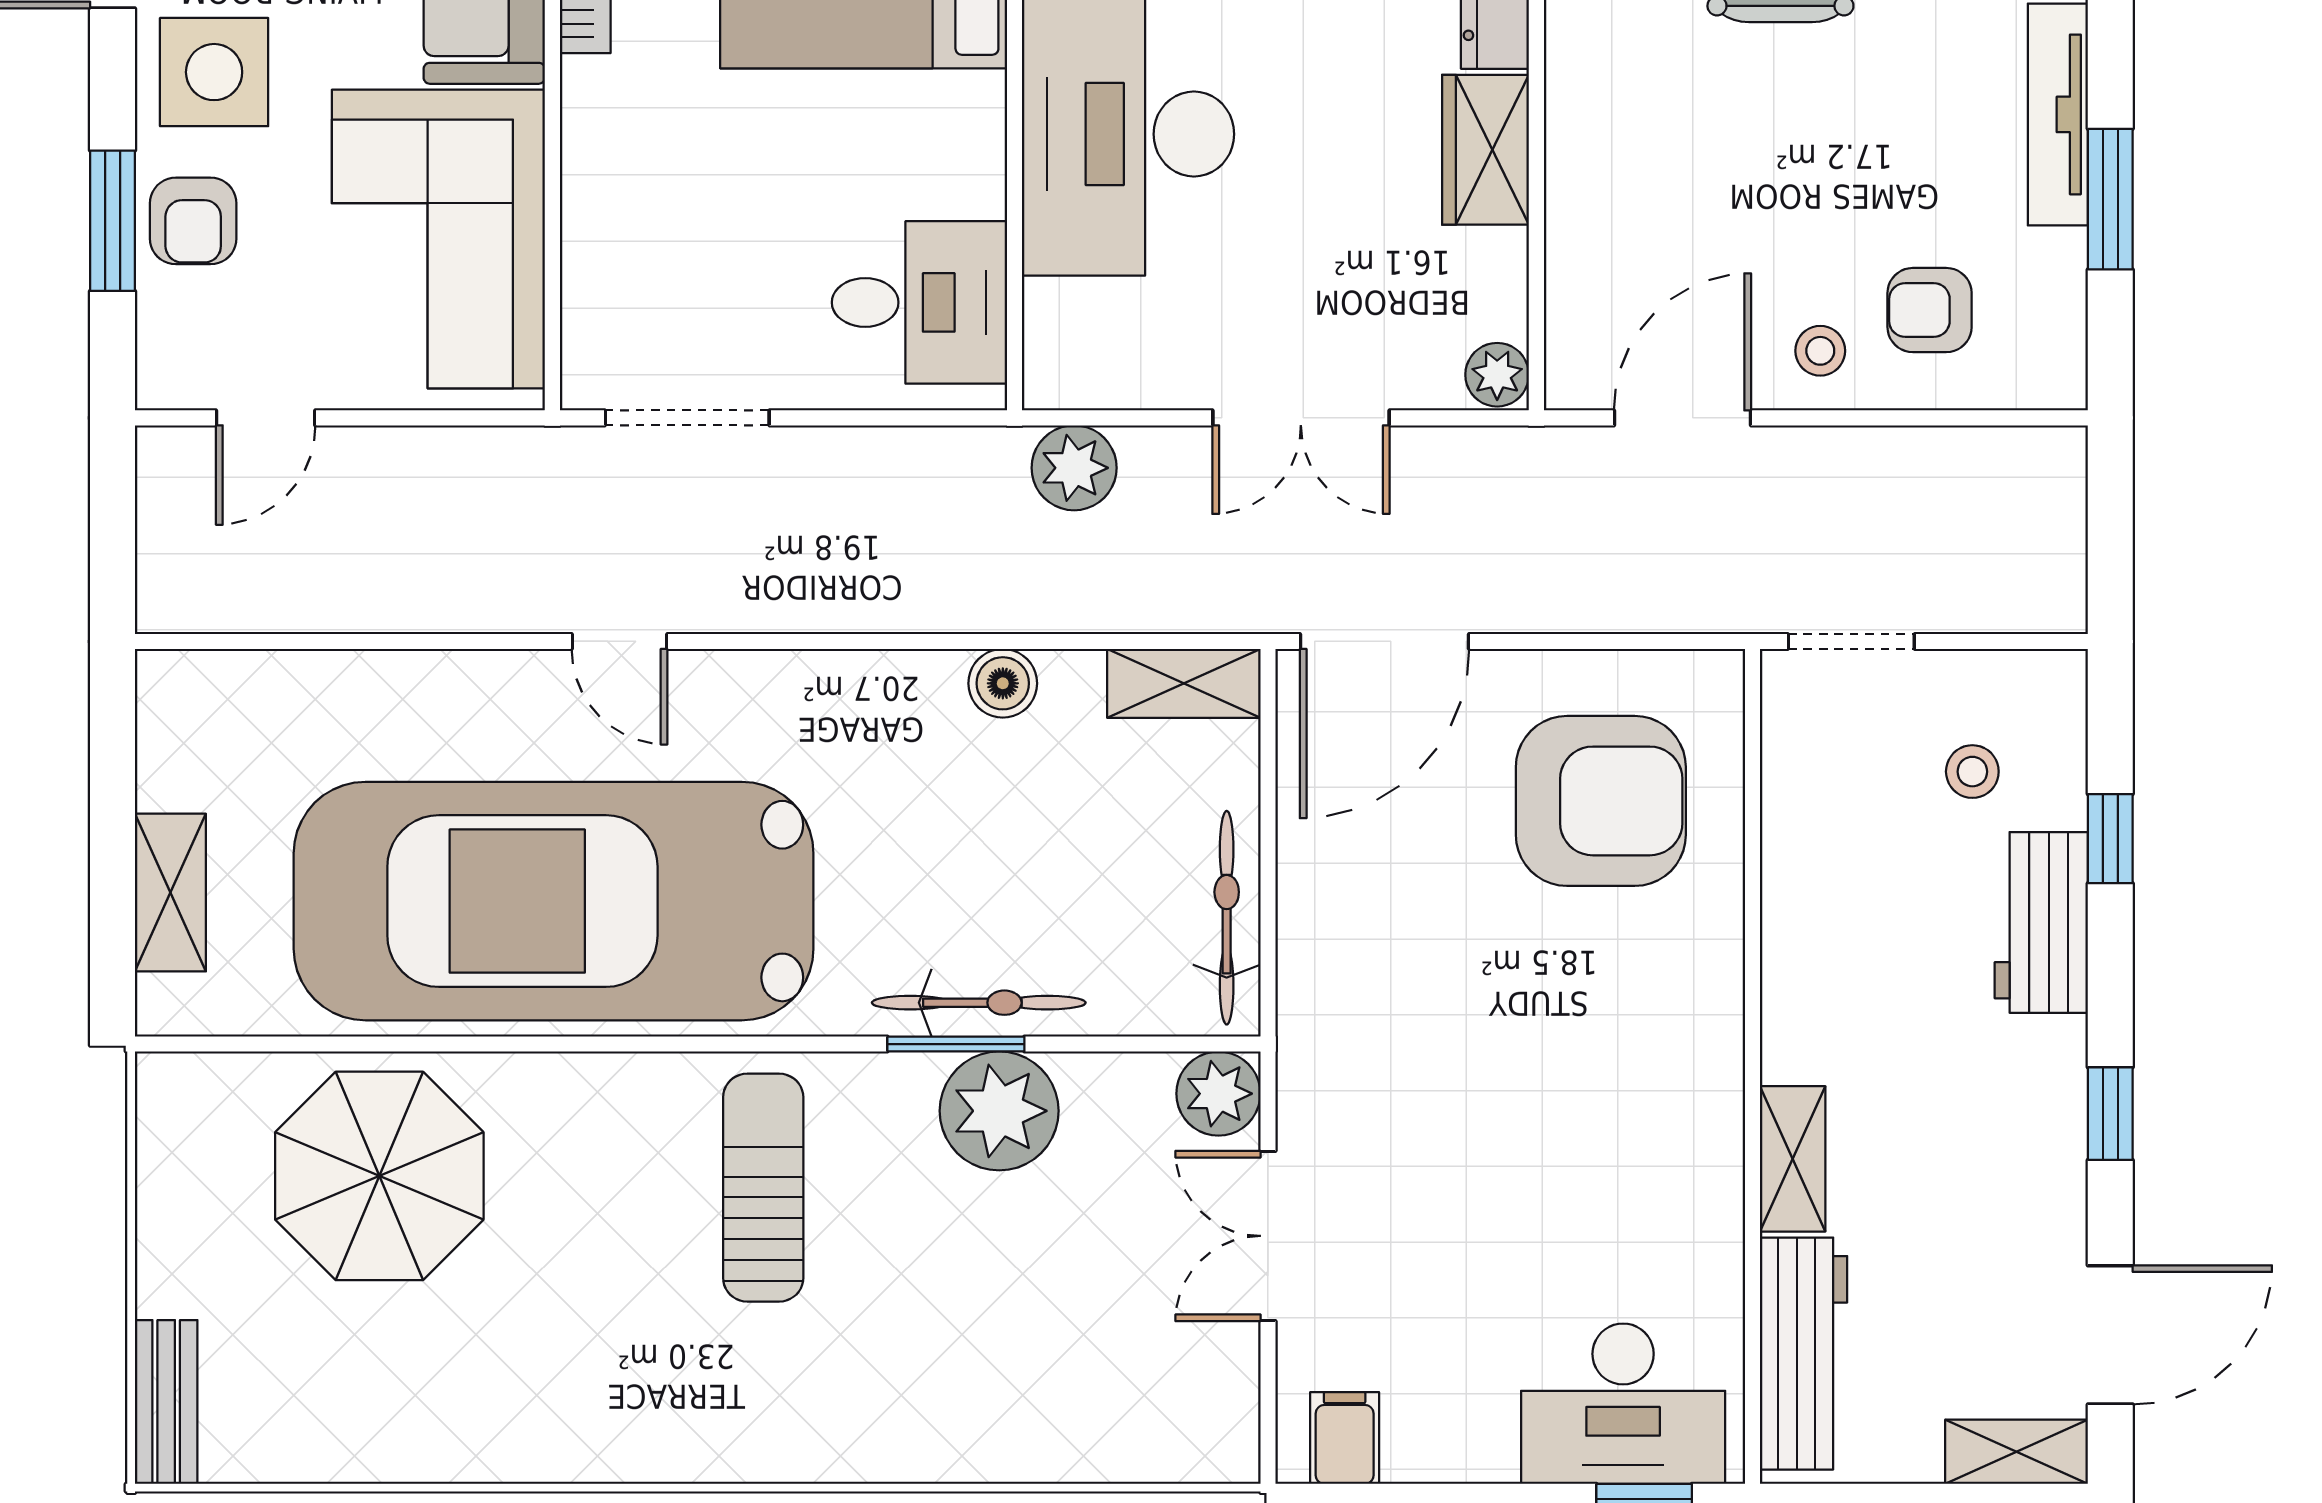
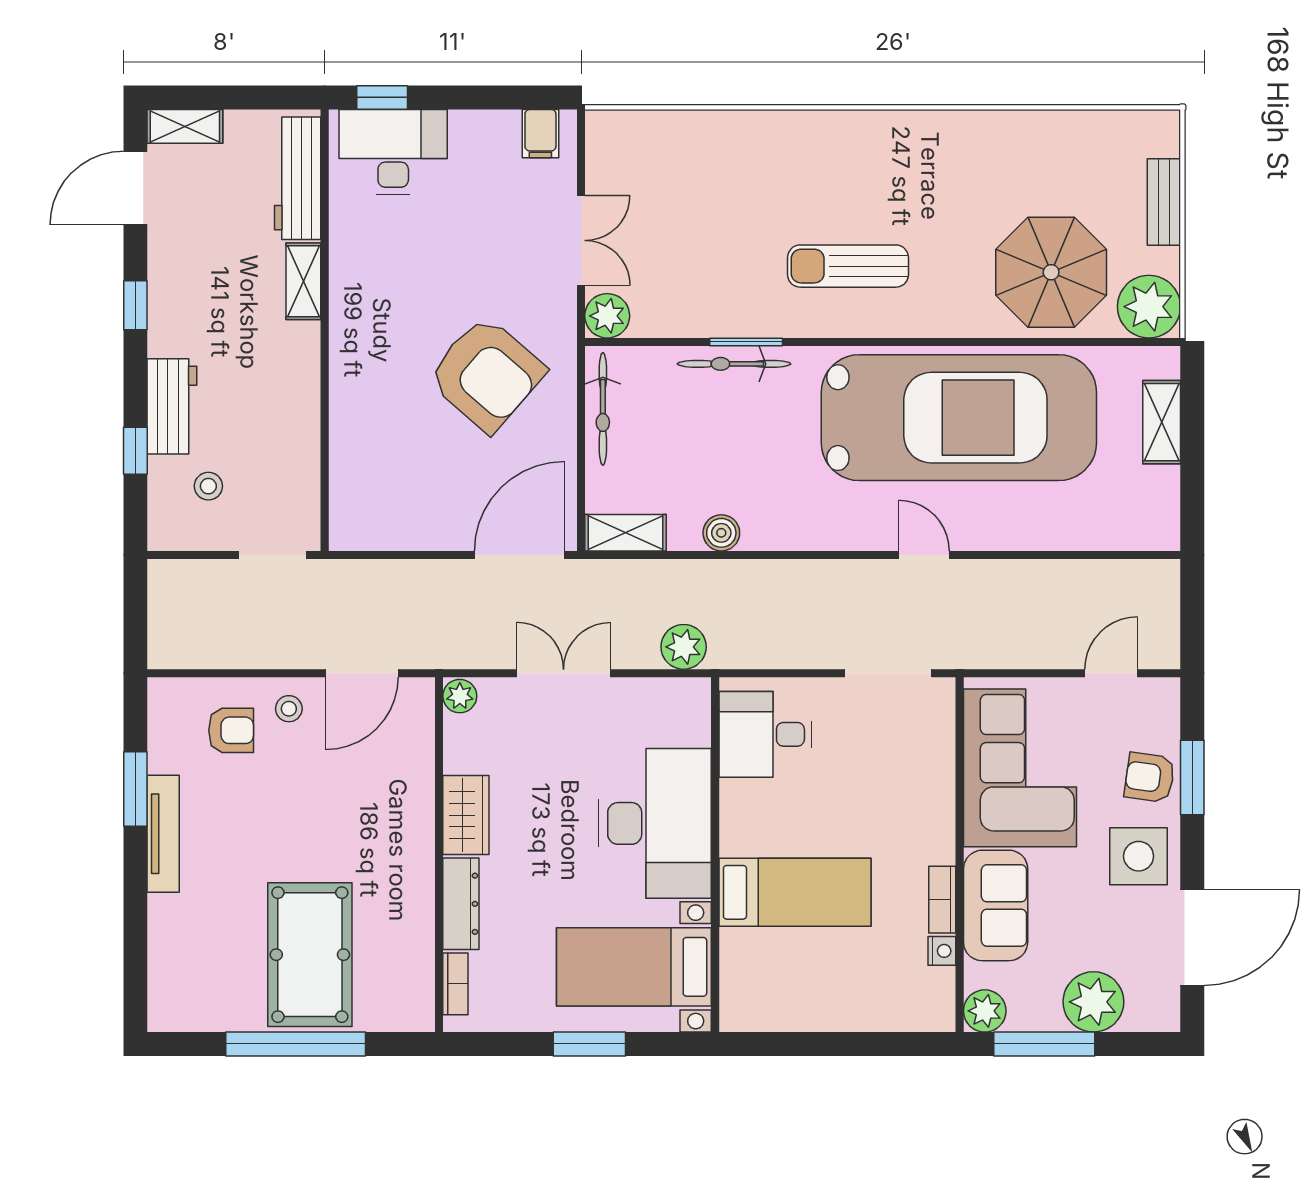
armchair: (193, 221) -> (1150, 777), turned -82
armchair: (1601, 801) -> (486, 374), moved, turned -139
plant: (999, 1111) -> (1149, 307), moved
sun lounger: (763, 1188) -> (848, 266), turned 90
bench: (166, 1402) -> (1164, 202), moved

